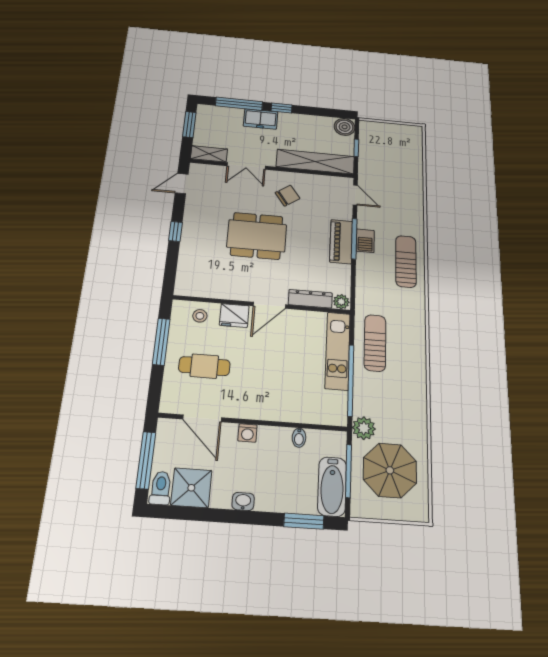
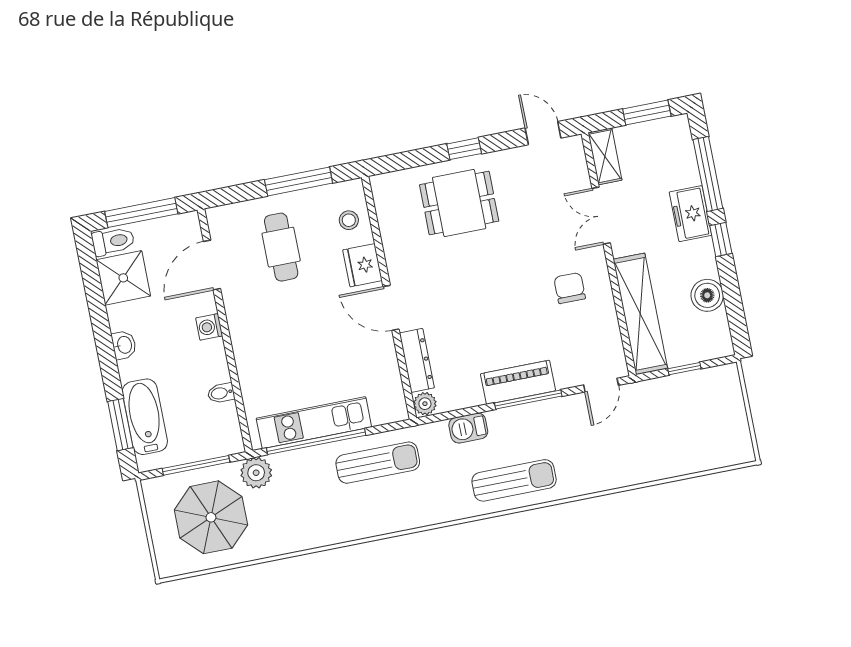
boiler: (345, 127) -> (707, 295), moved
chair: (288, 196) -> (570, 288), turned -145
dining table: (257, 236) -> (459, 203), moved, width x0.73
barbecue: (365, 241) -> (468, 428), moved
kitchen unit: (338, 351) -> (314, 423), moved
bathtub: (332, 486) -> (145, 417), moved, turned 90

